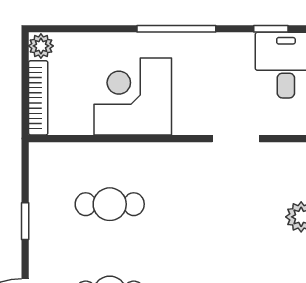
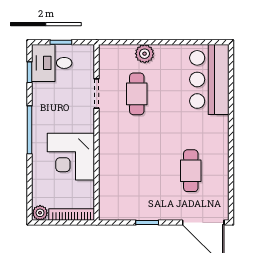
cafe table: (110, 204) -> (137, 94), moved

